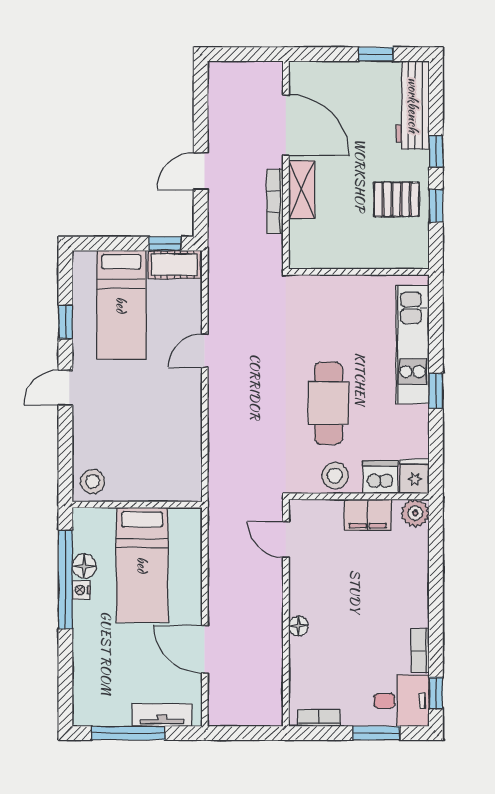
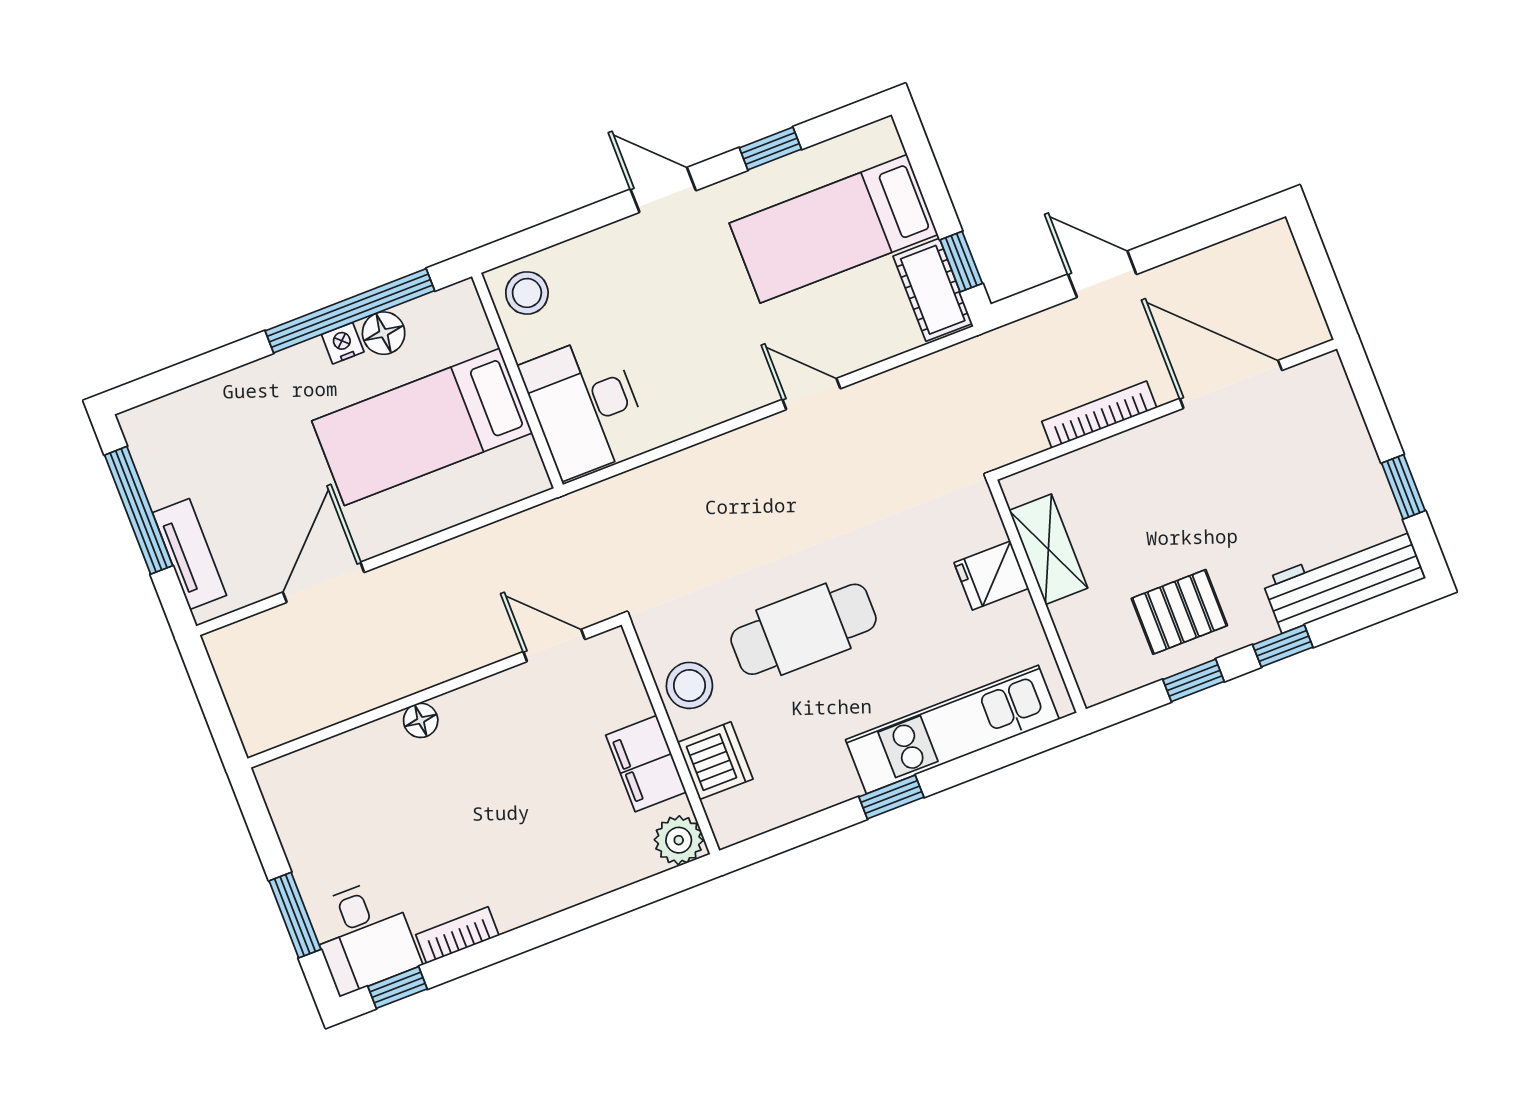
door: (286, 125) -> (1231, 384), swing flipped
shelving: (302, 189) -> (1048, 549), moved, turned 90
pallet: (397, 199) -> (1179, 612), turned 90
desk: (165, 474) -> (585, 406), added
fridge: (415, 476) -> (991, 576), moved, turned 180
door: (286, 539) -> (554, 645), hinge flipped
bookcase: (319, 718) -> (284, 812), removed

